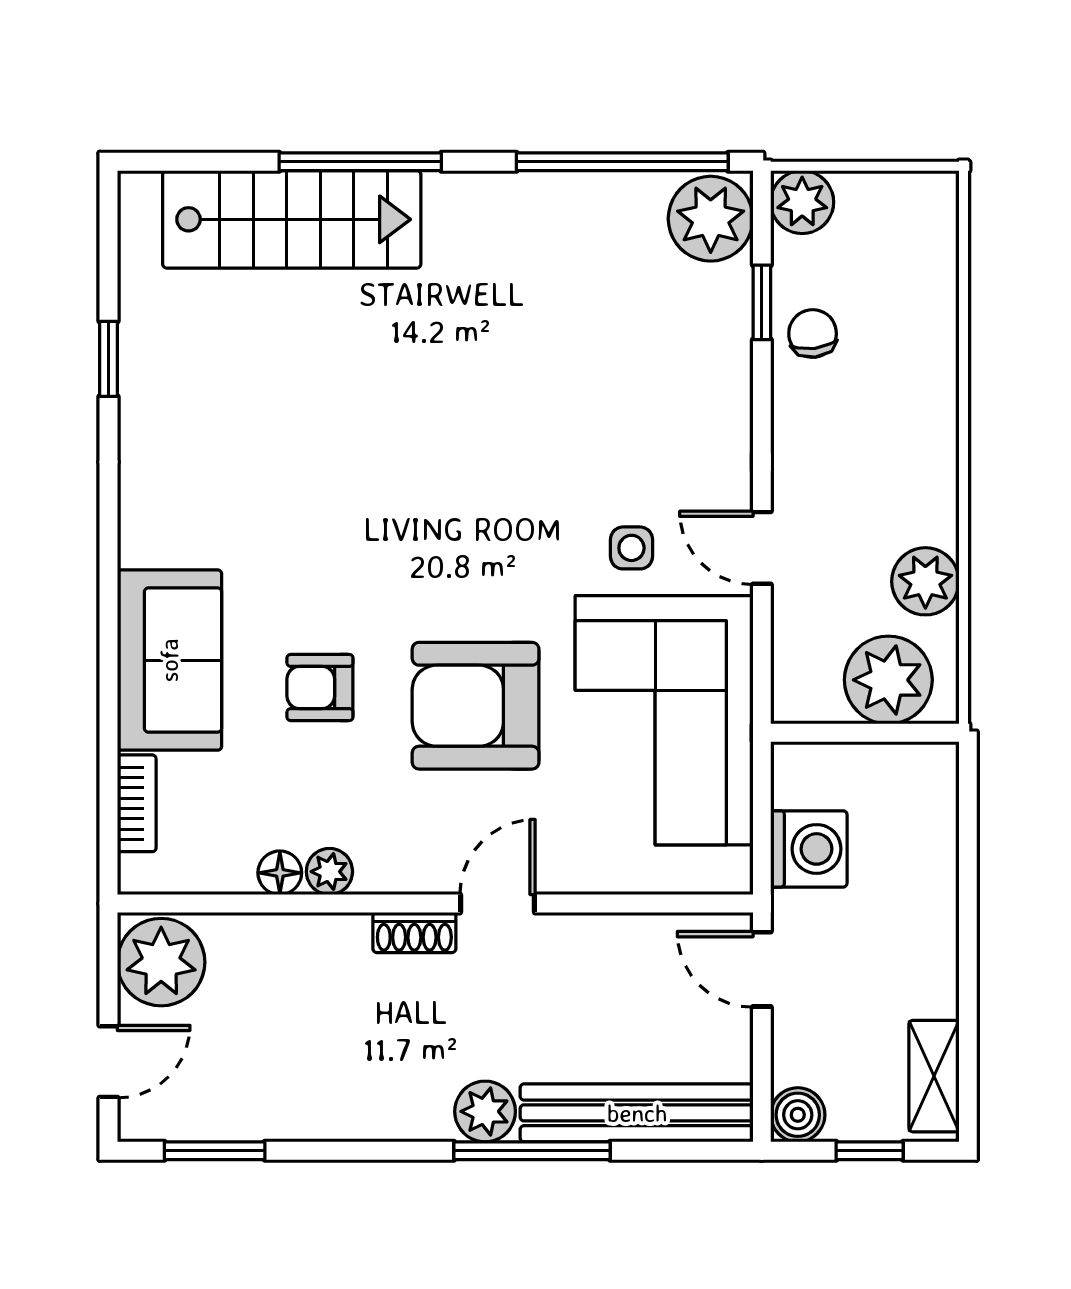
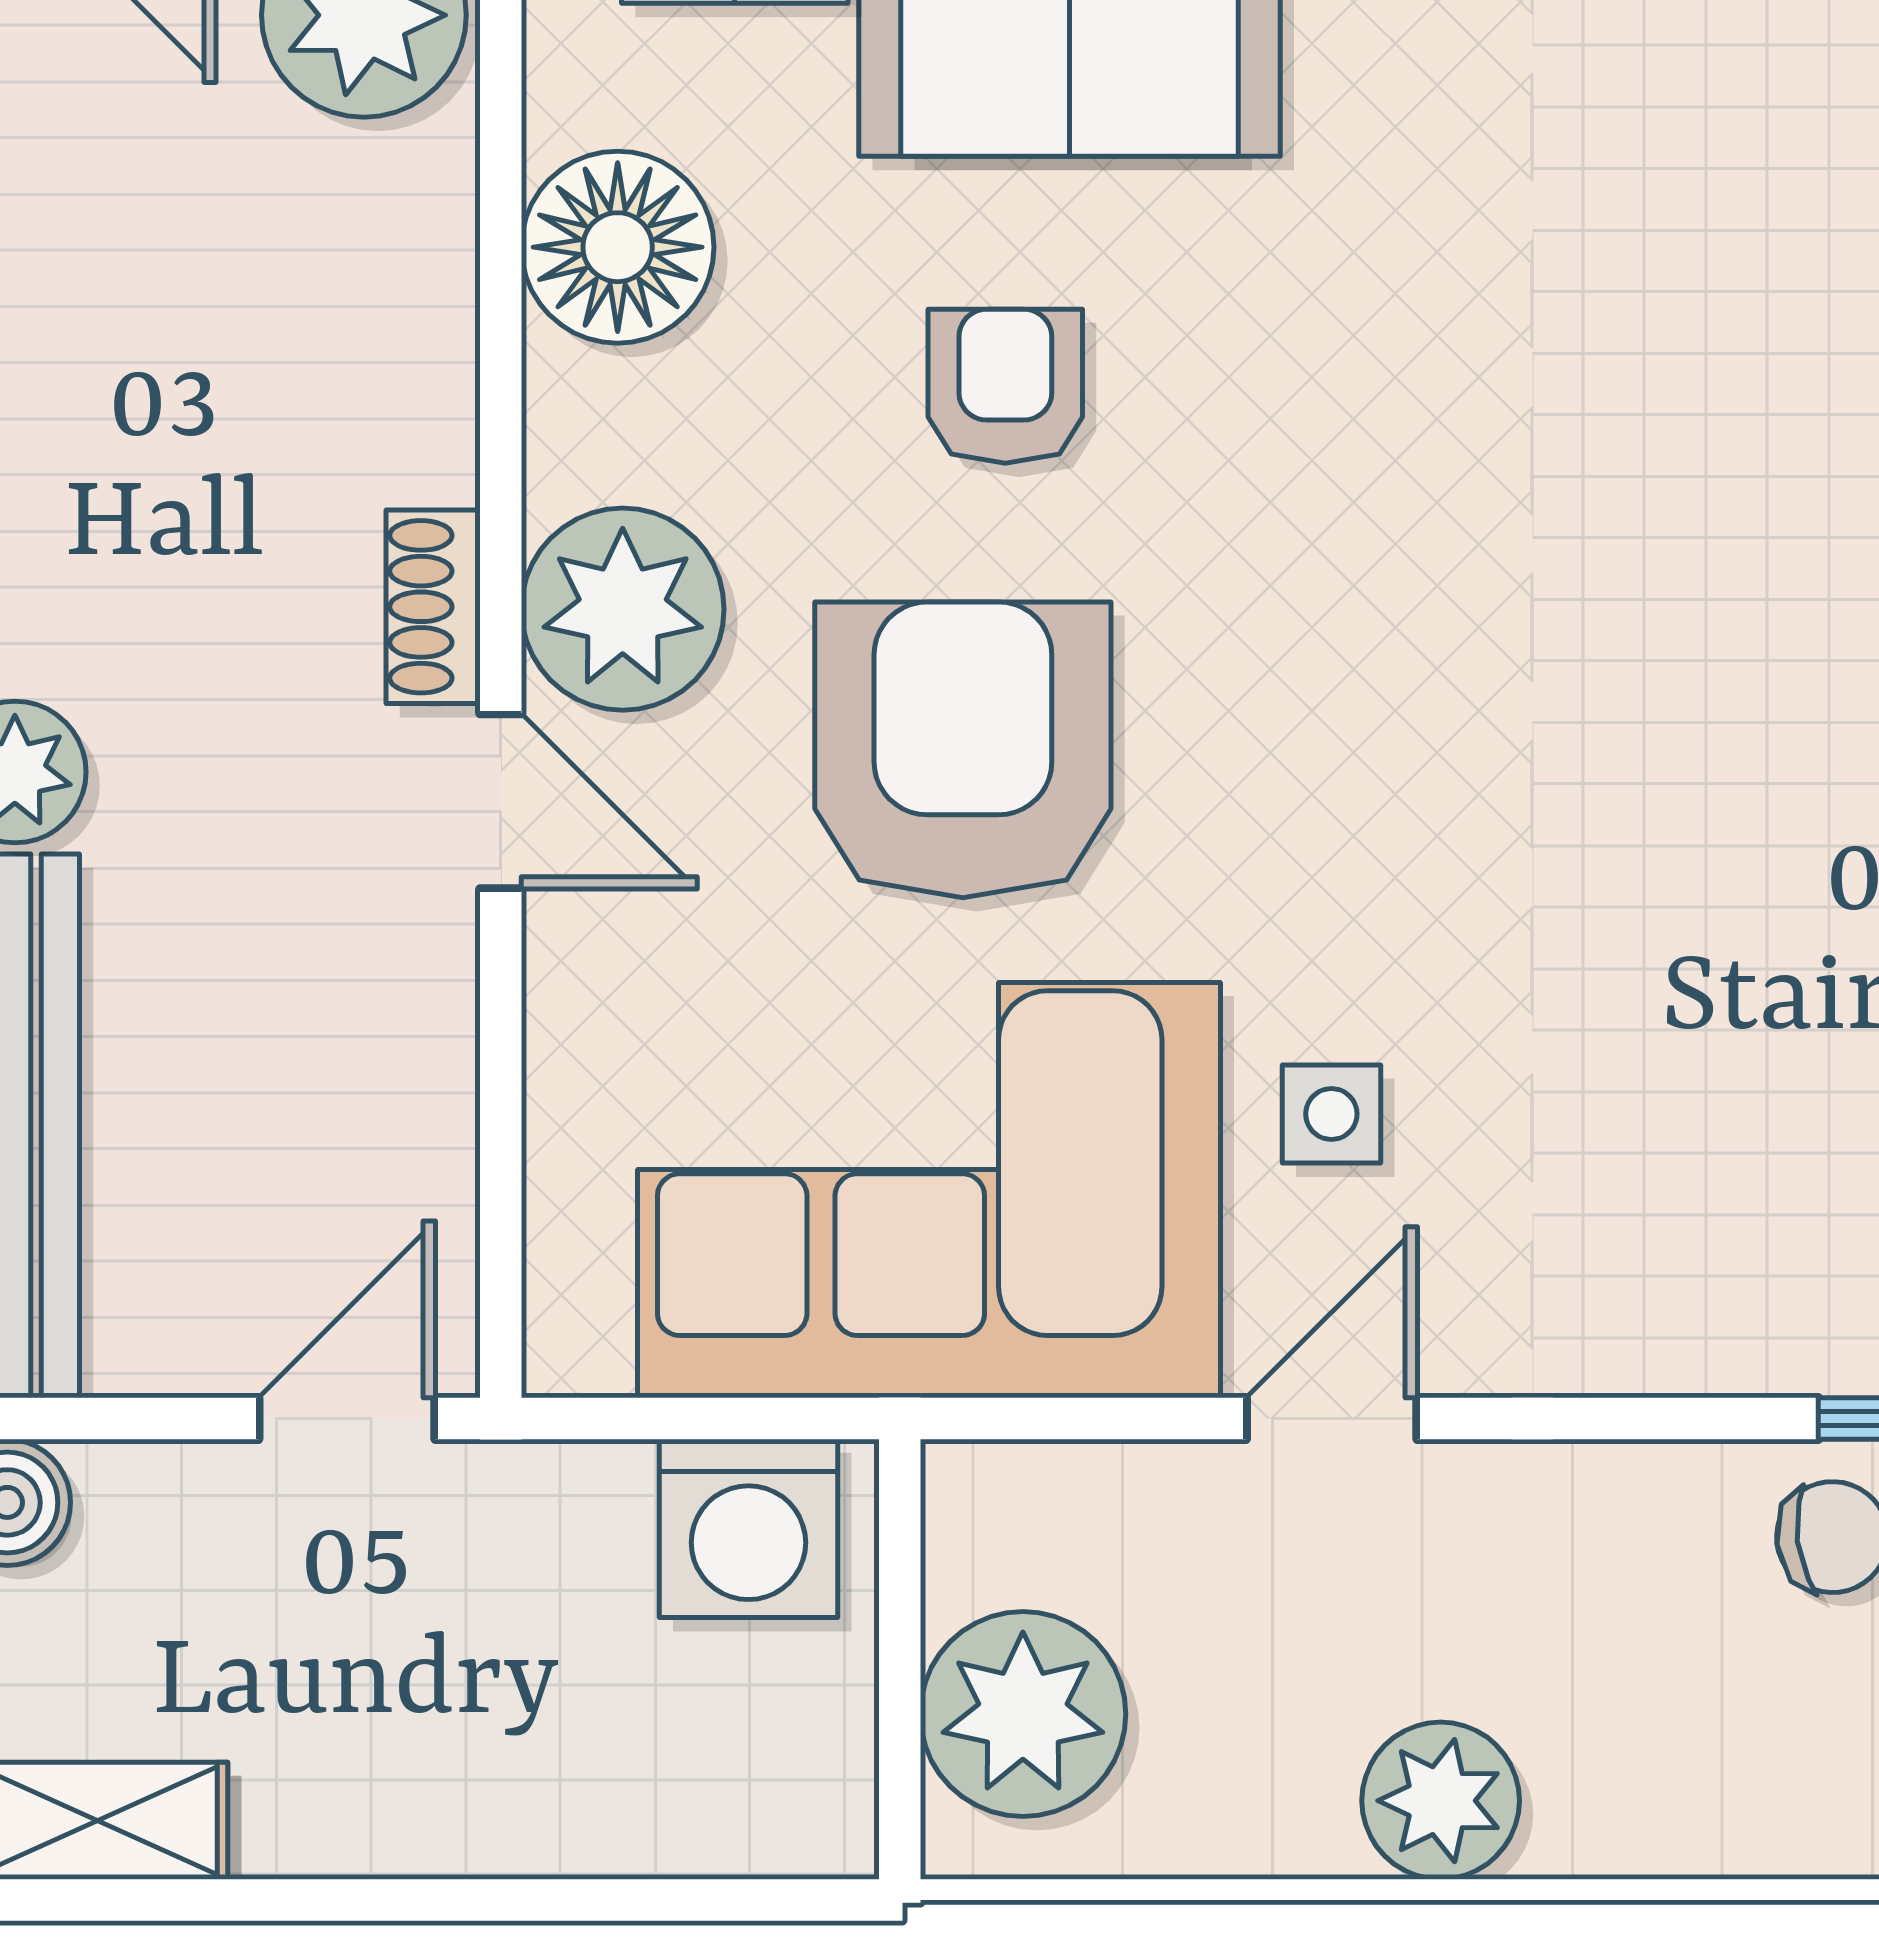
plant: (925, 581) -> (1441, 1801), moved
washing machine: (809, 849) -> (748, 1528), moved
plant: (329, 872) -> (623, 609), moved, width x1.88, depth x1.88
floor lamp: (280, 873) -> (618, 247), width x1.89, depth x1.89

